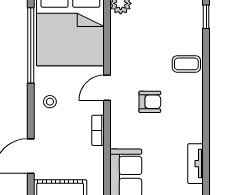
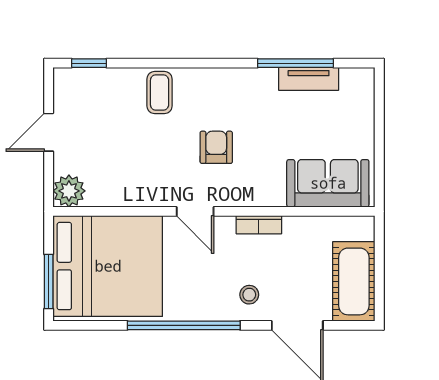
window: (31, 45) -> (184, 325), moved
stool: (50, 102) -> (249, 295), moved
window: (206, 155) -> (295, 63), added

